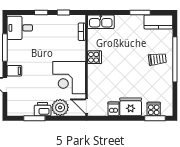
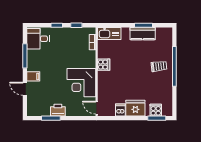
kitchen counter: (158, 22) -> (143, 34), moved
plant: (60, 107) -> (73, 109), removed

